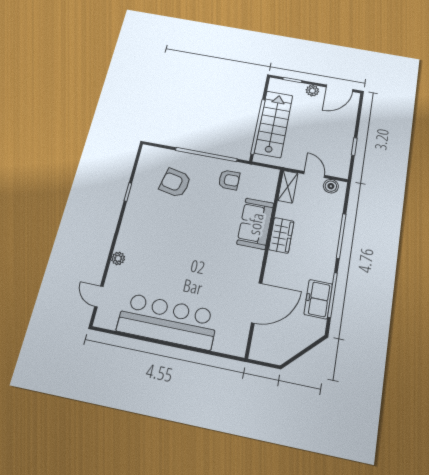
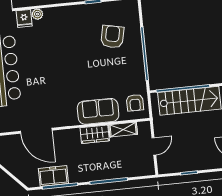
armchair: (229, 180) -> (135, 103), moved
boiler: (331, 186) -> (148, 162), removed
shelving: (288, 187) -> (123, 130), moved
fridge: (117, 276) -> (24, 18), added

